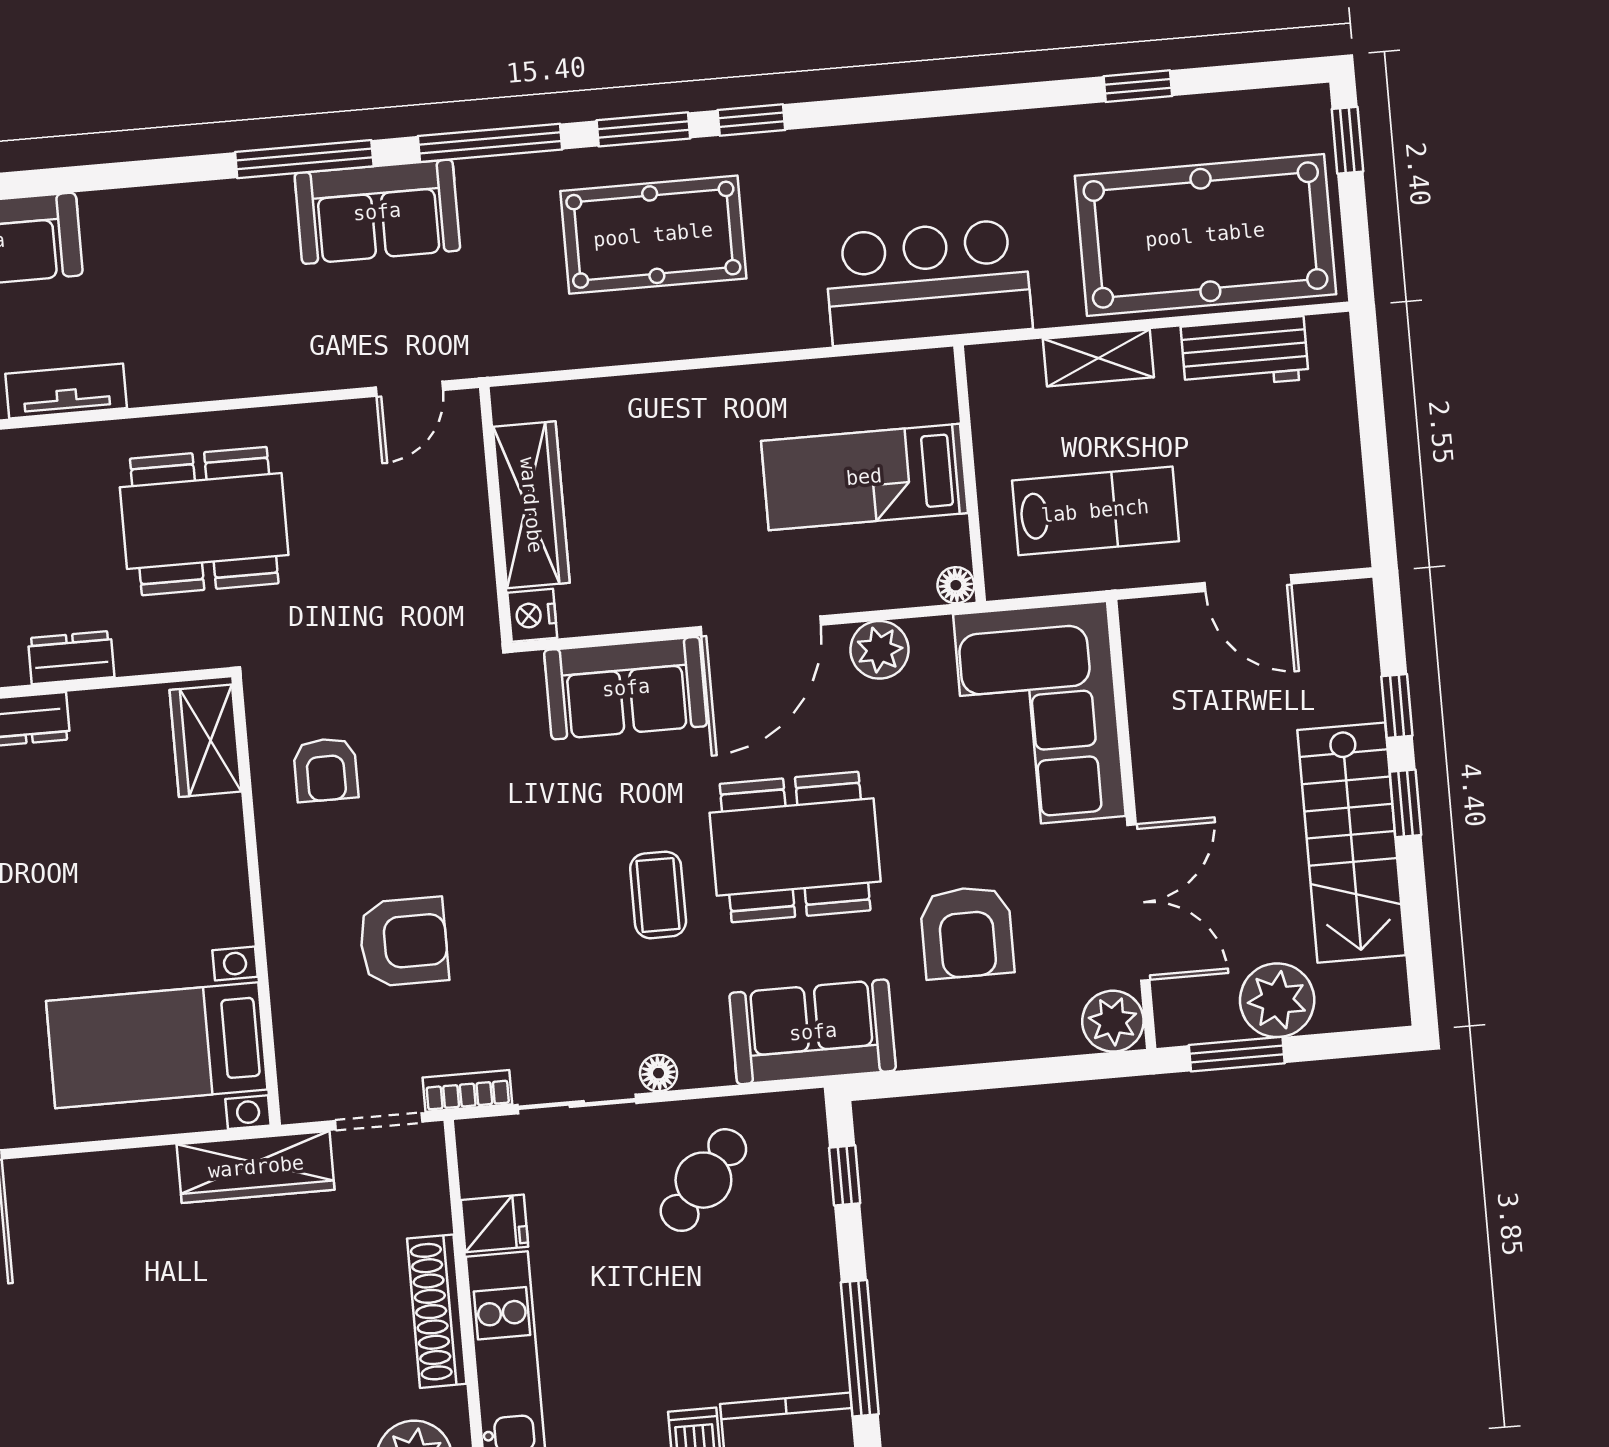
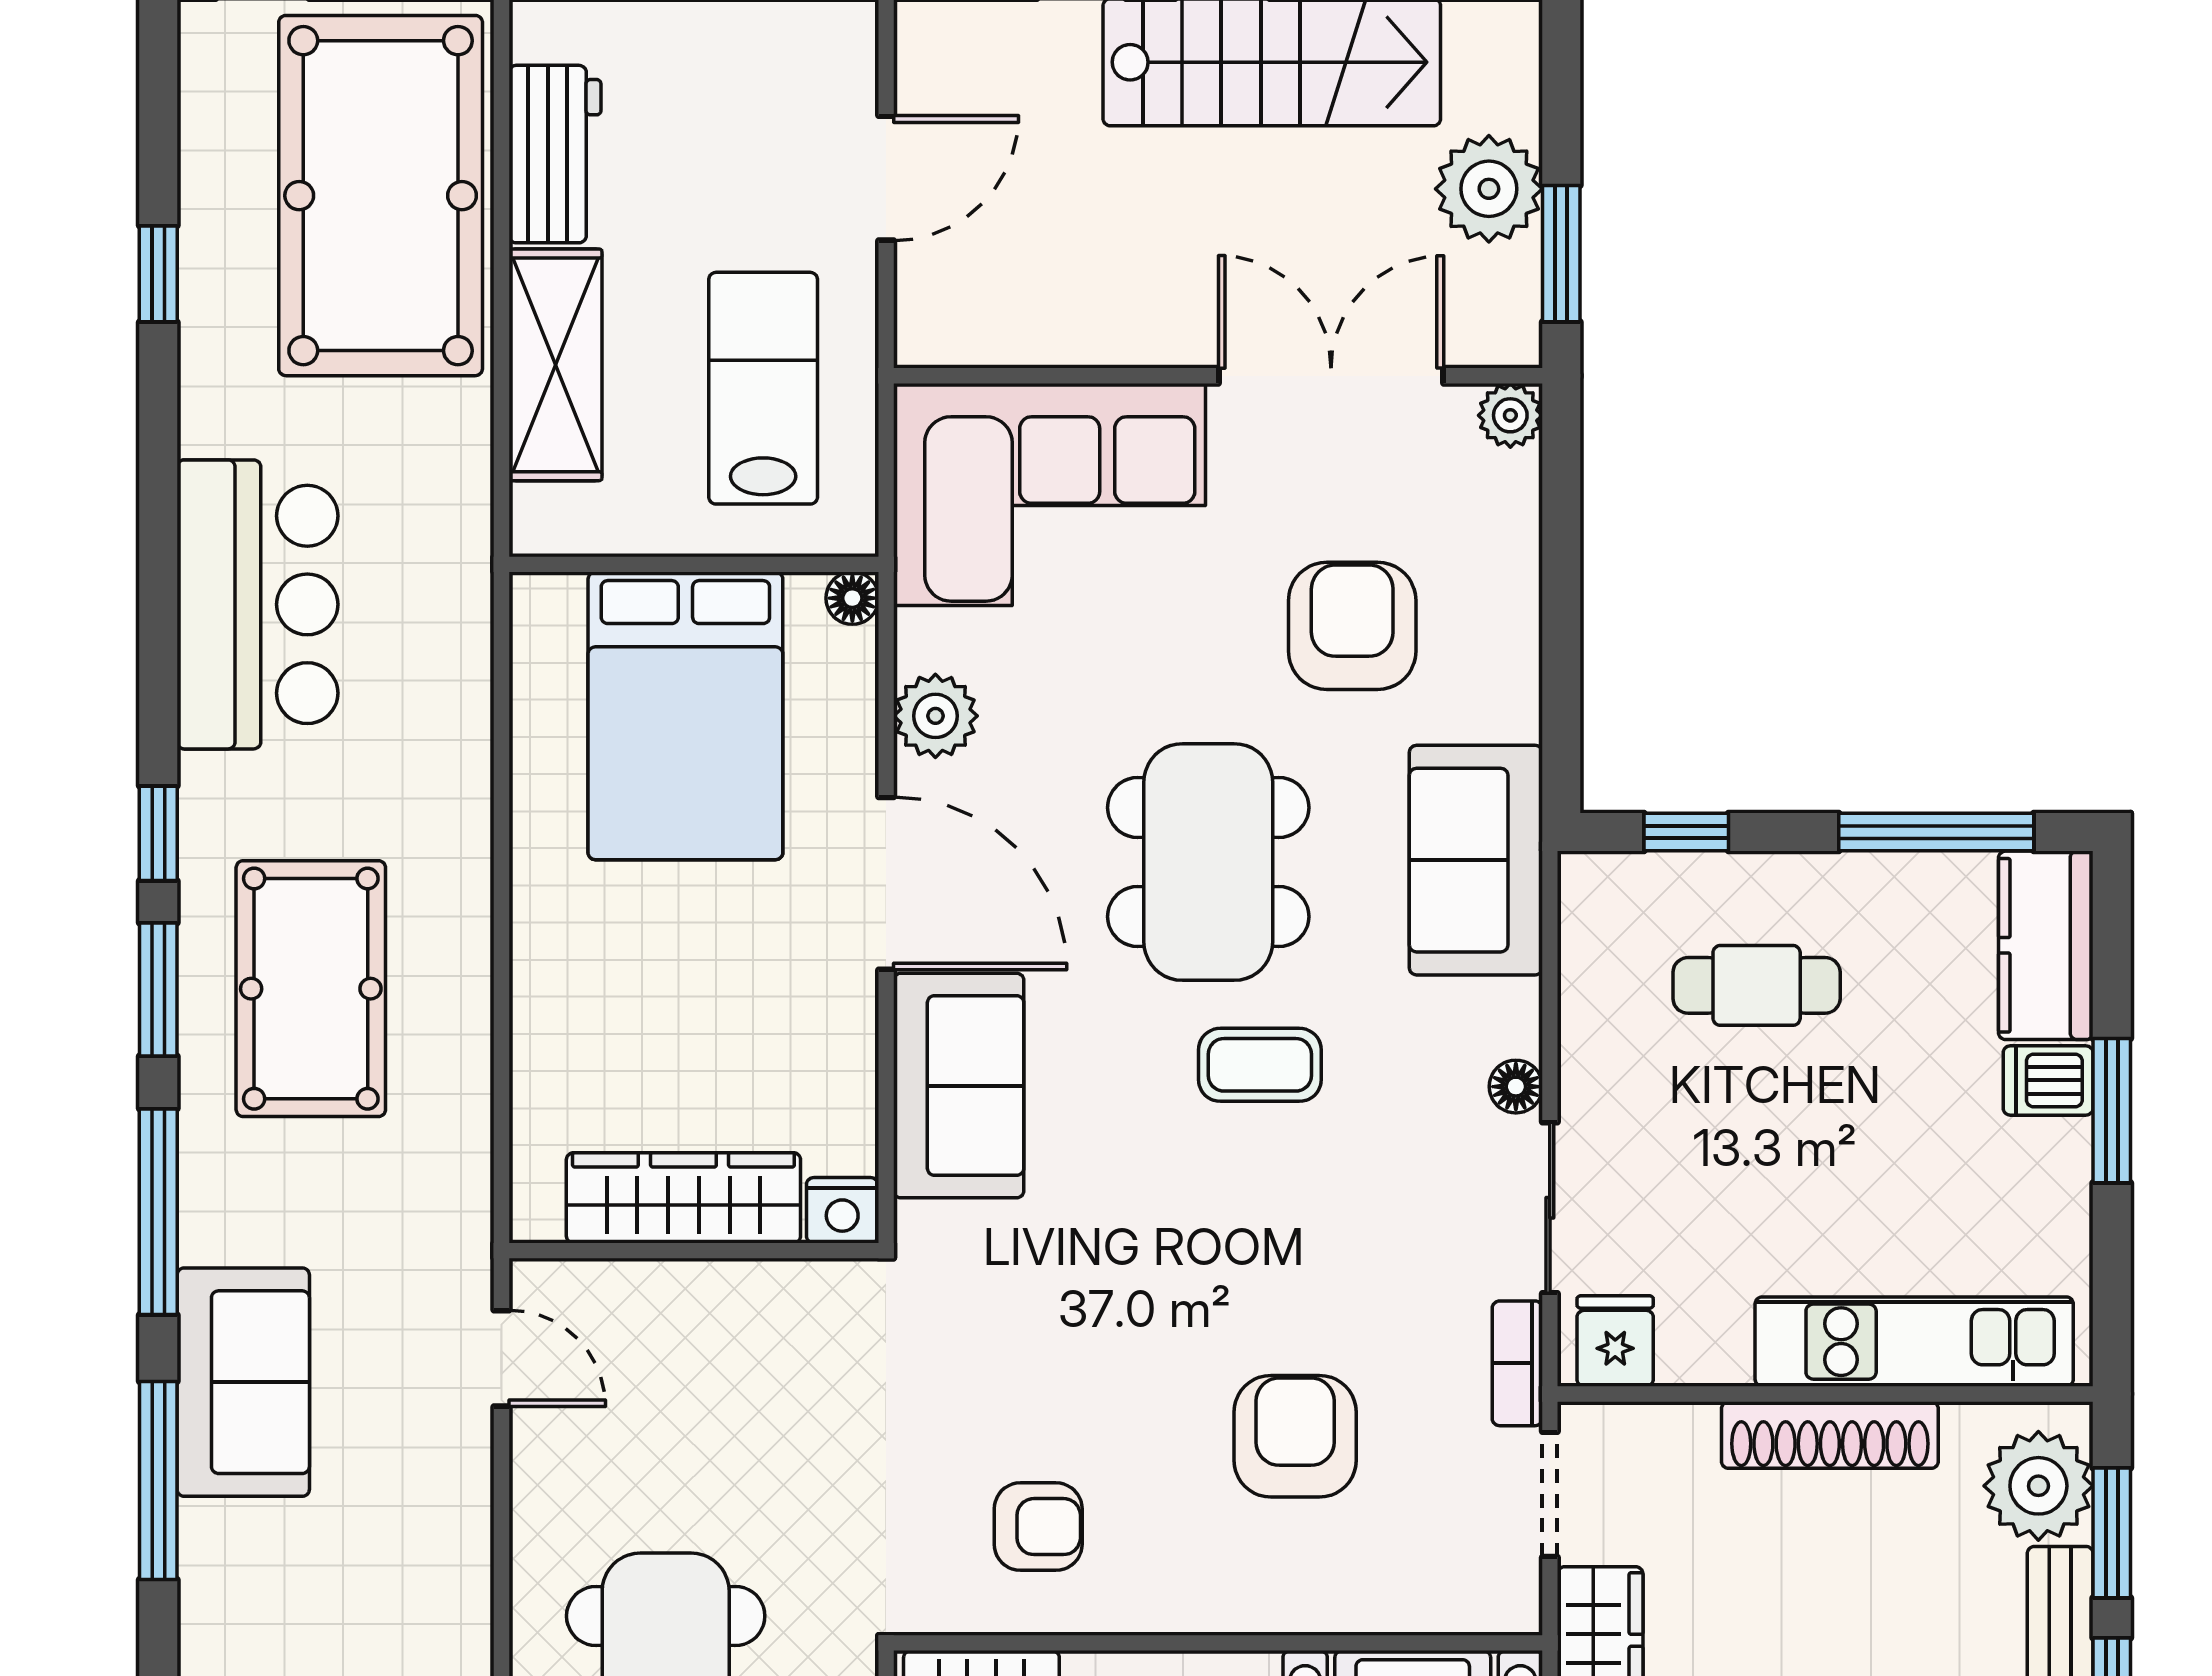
bar counter: (928, 282) -> (257, 604), moved, turned 180
shelving: (1098, 358) -> (555, 365), width x1.50, depth x1.33
bed: (864, 477) -> (685, 716), width x1.50
armchair: (967, 932) -> (1352, 626), turned -90
plant: (1113, 1021) -> (1510, 415), width x0.73, depth x0.73
cafe table: (703, 1180) -> (1757, 985), moved, turned -41
fridge: (494, 1223) -> (1615, 1341), moved

